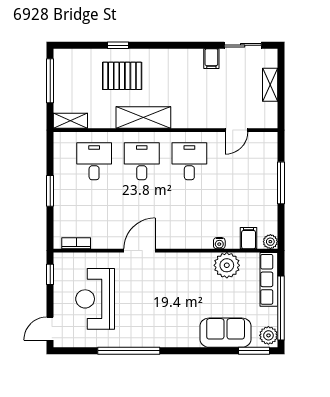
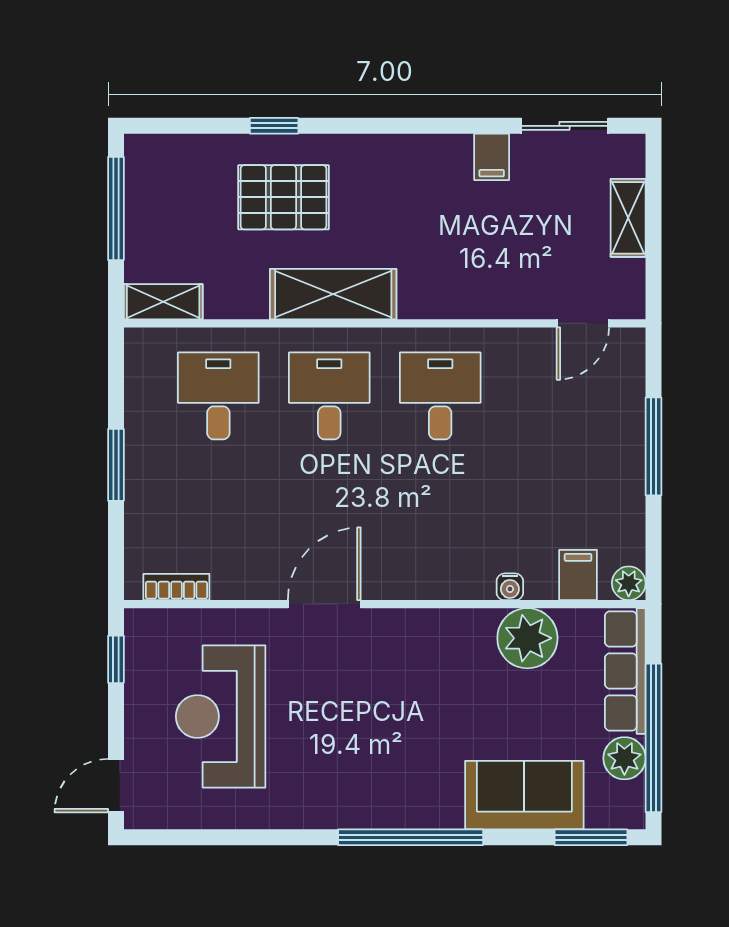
door: (236, 130) -> (583, 323), moved
plant: (268, 335) -> (624, 758), moved
window: (129, 351) -> (411, 837), moved

